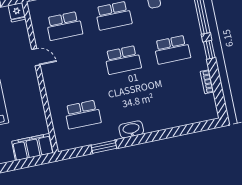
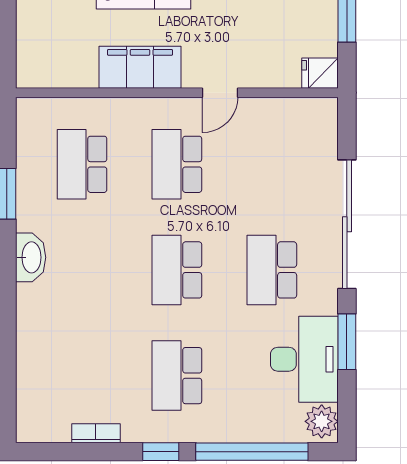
school desk: (64, 26) -> (177, 164), moved
filing cabinet: (33, 147) -> (140, 67), moved, turned -90

